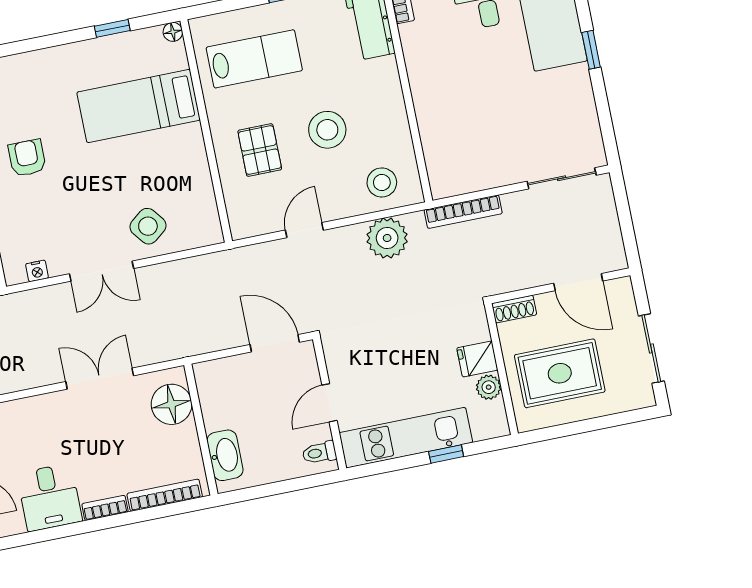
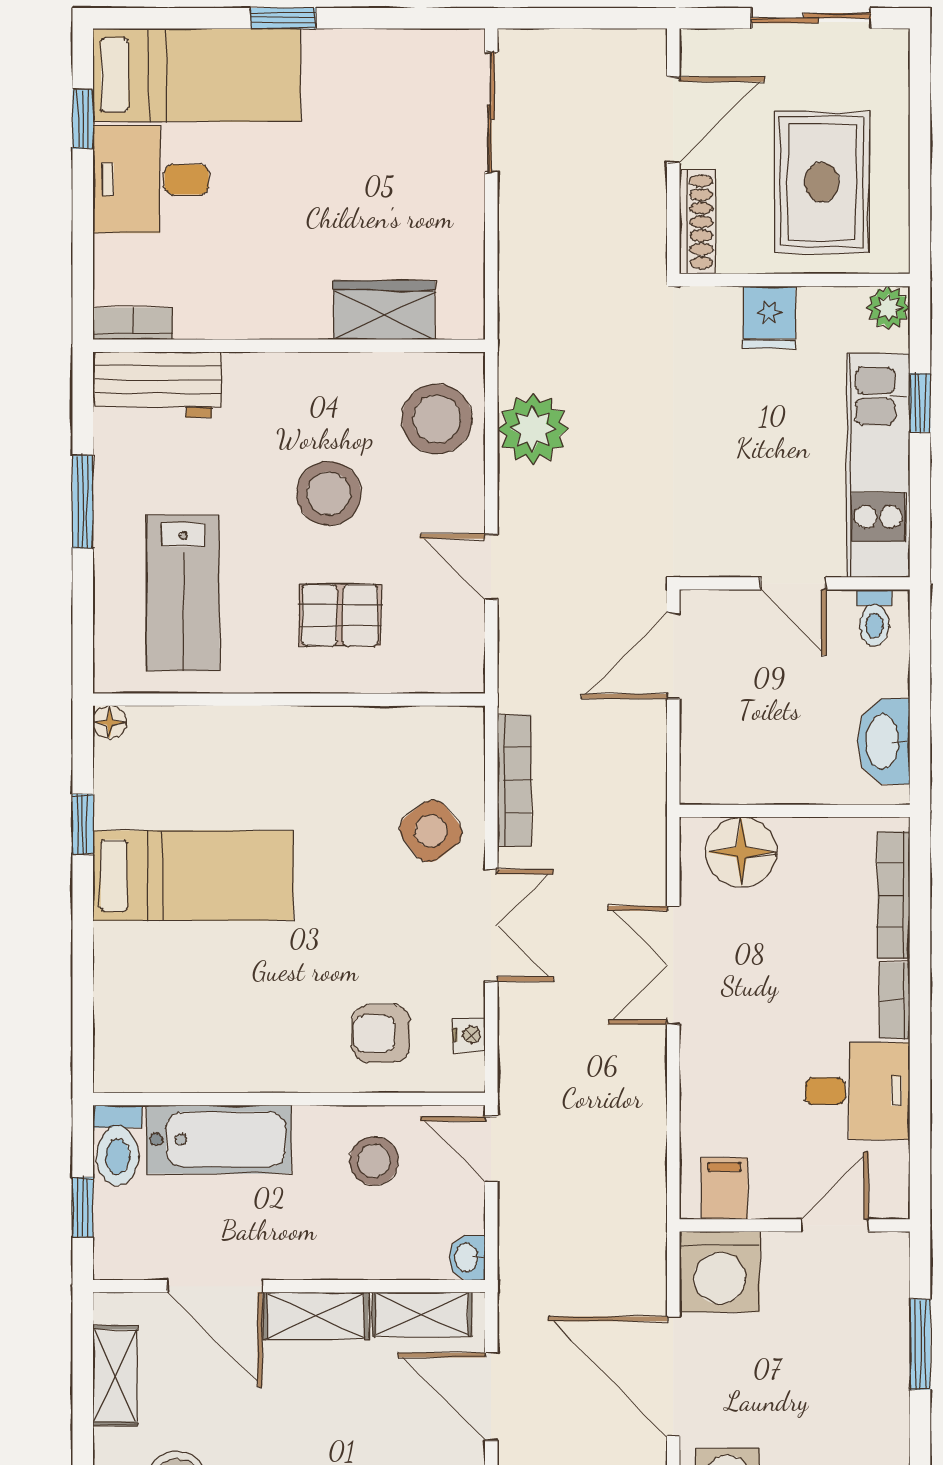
lab bench: (254, 59) -> (183, 593), turned 180
bed: (139, 106) -> (193, 876), moved, turned -90
wardrobe: (437, 140) -> (384, 310), added
armchair: (27, 158) -> (381, 1034), moved
stool: (382, 182) -> (437, 419), width x1.38, depth x1.38
bookcase: (463, 212) -> (514, 780), moved
shoe rack: (514, 309) -> (697, 222), width x1.43
plant: (489, 387) -> (888, 308), moved
washbasin: (225, 455) -> (884, 741), moved, turned -90

